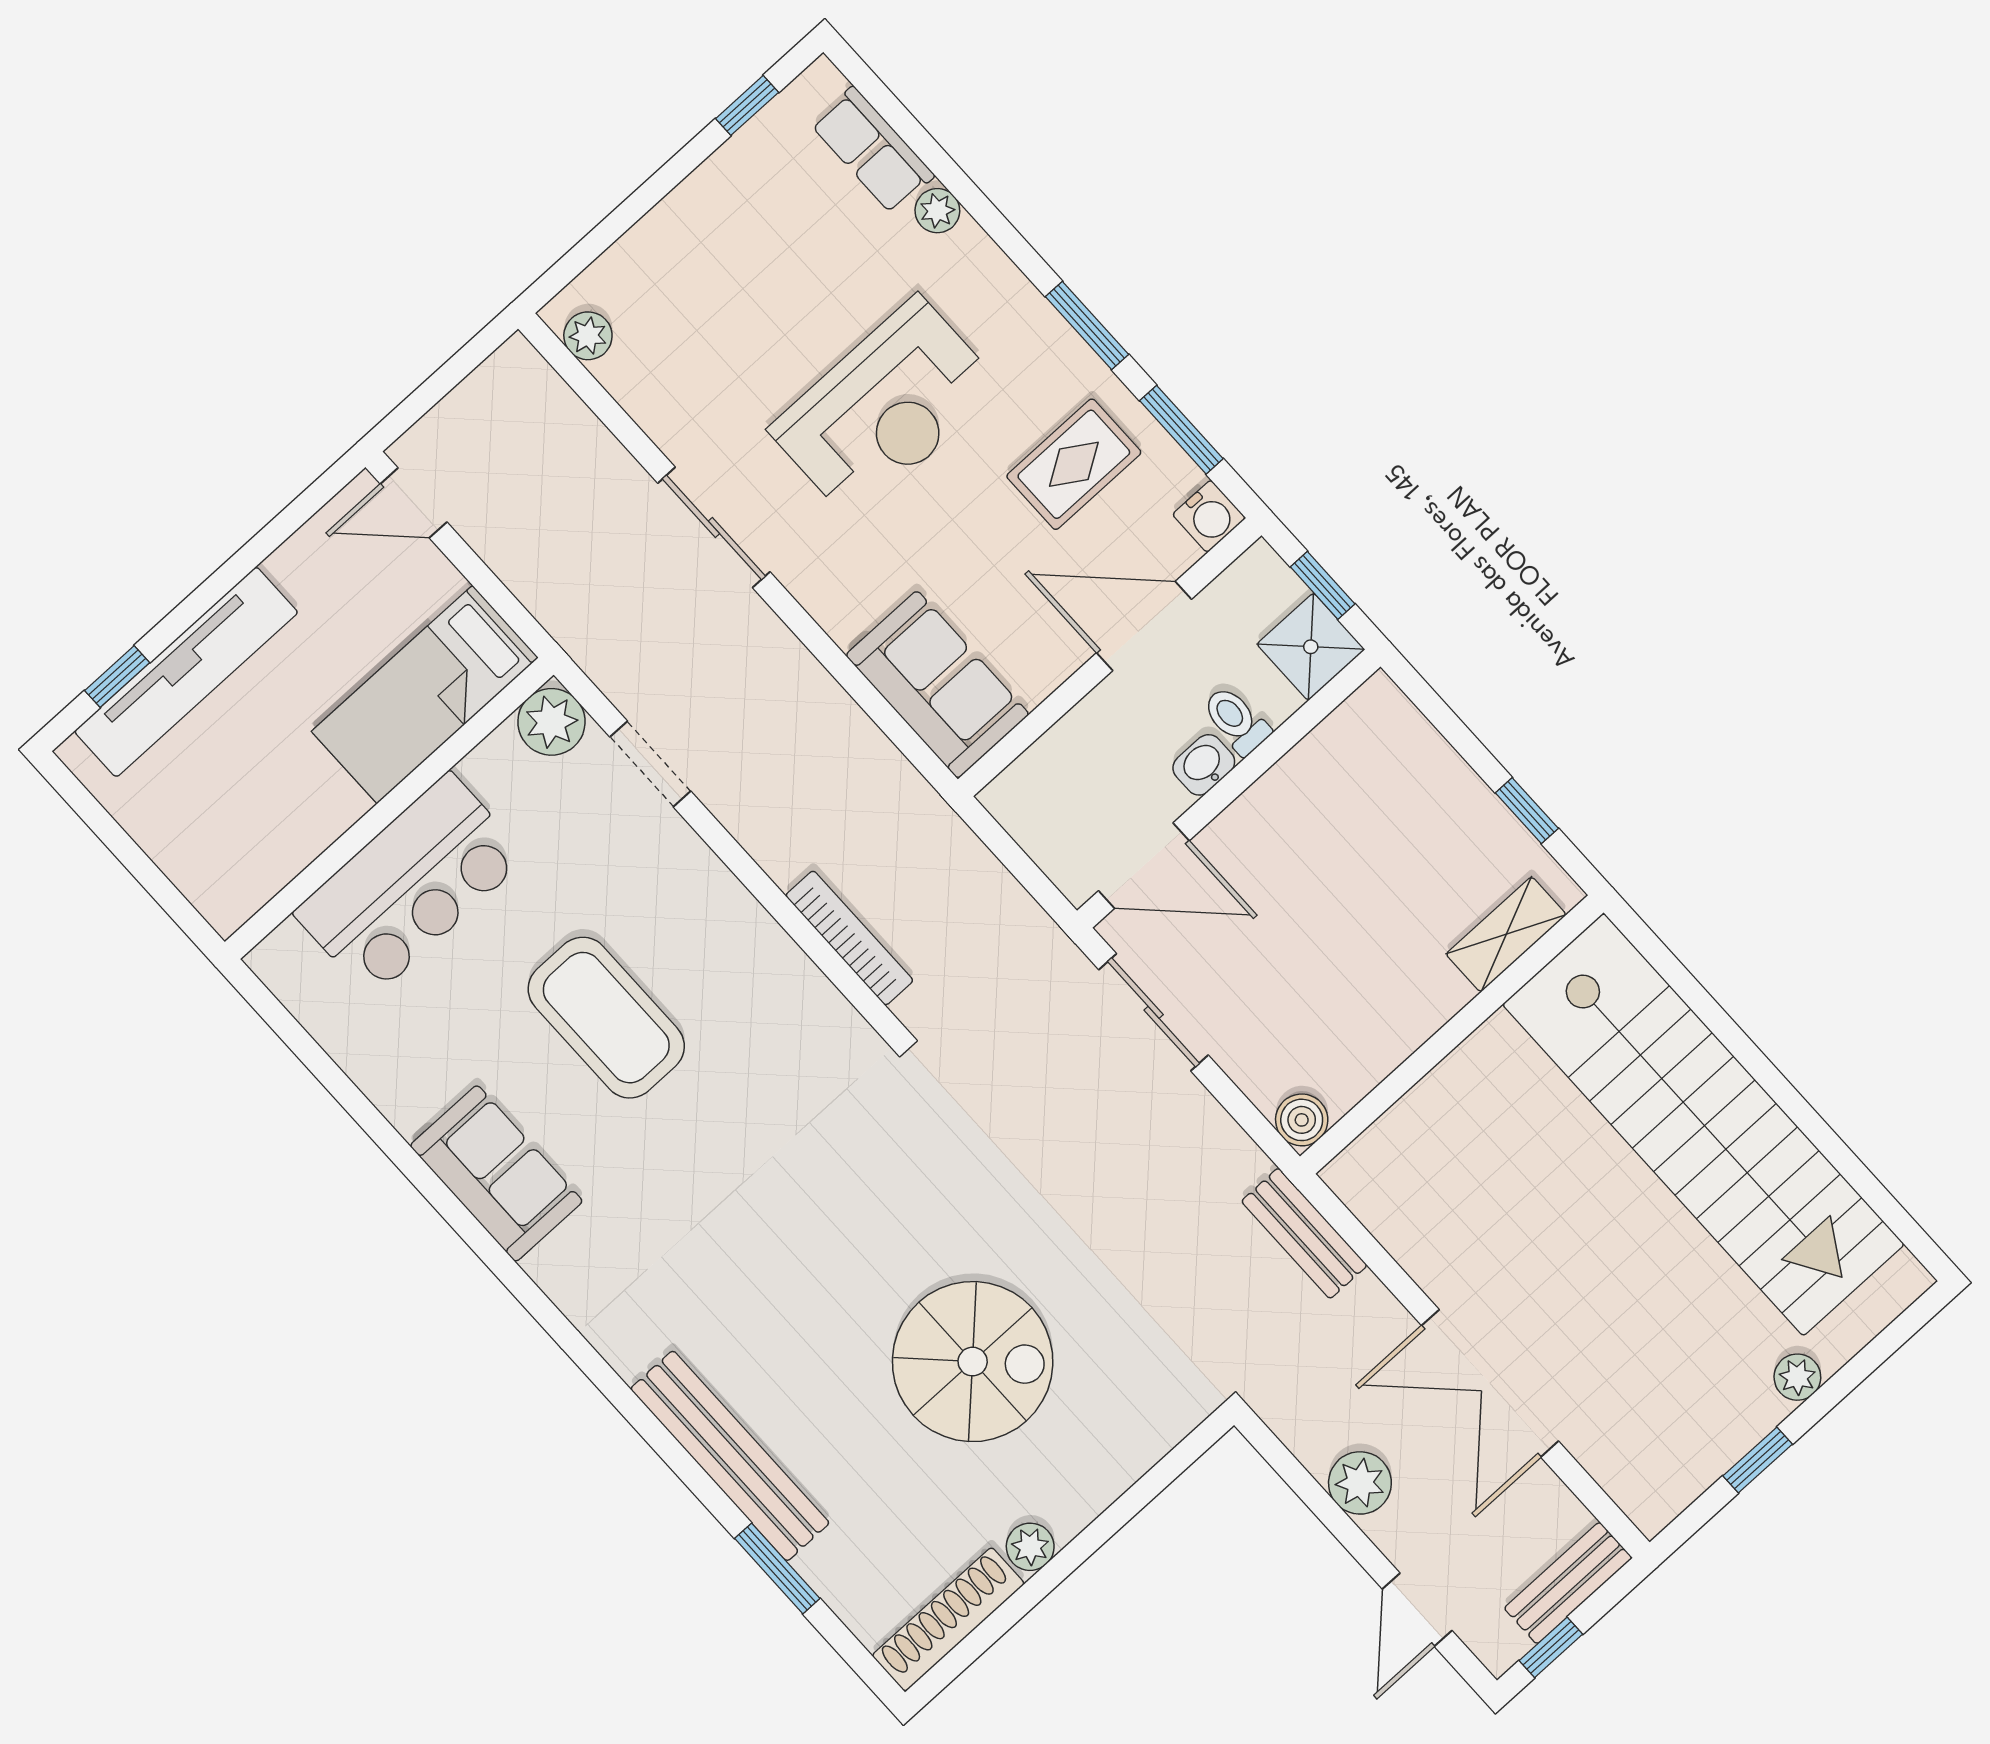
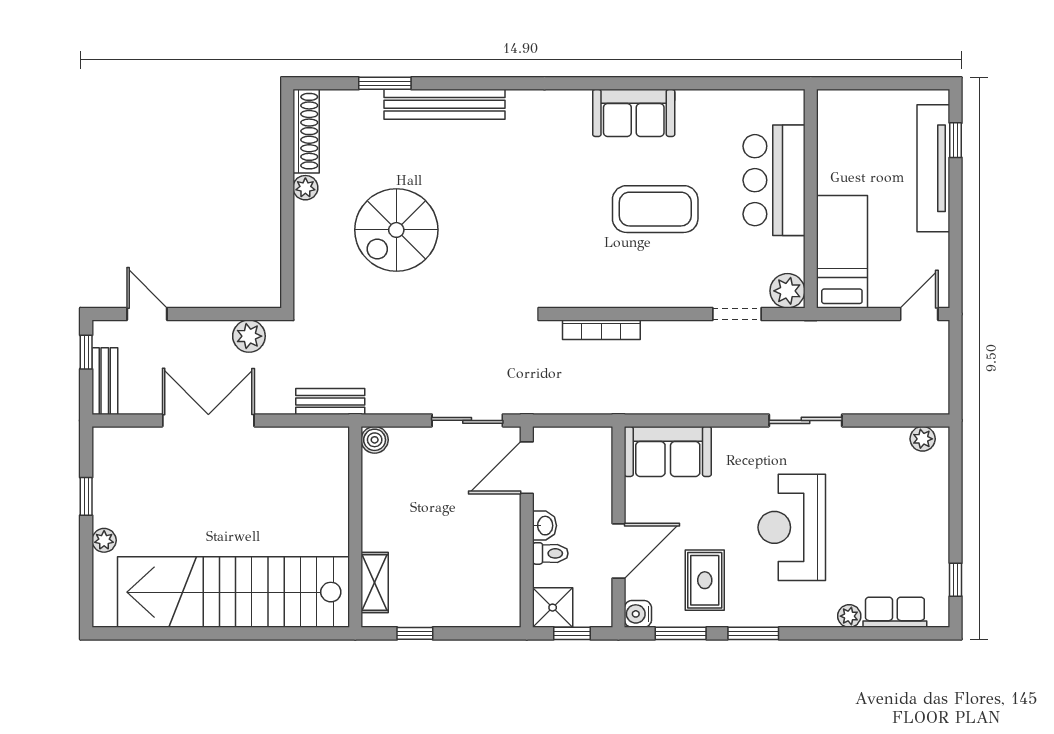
plant: (1360, 1483) -> (249, 336), moved

